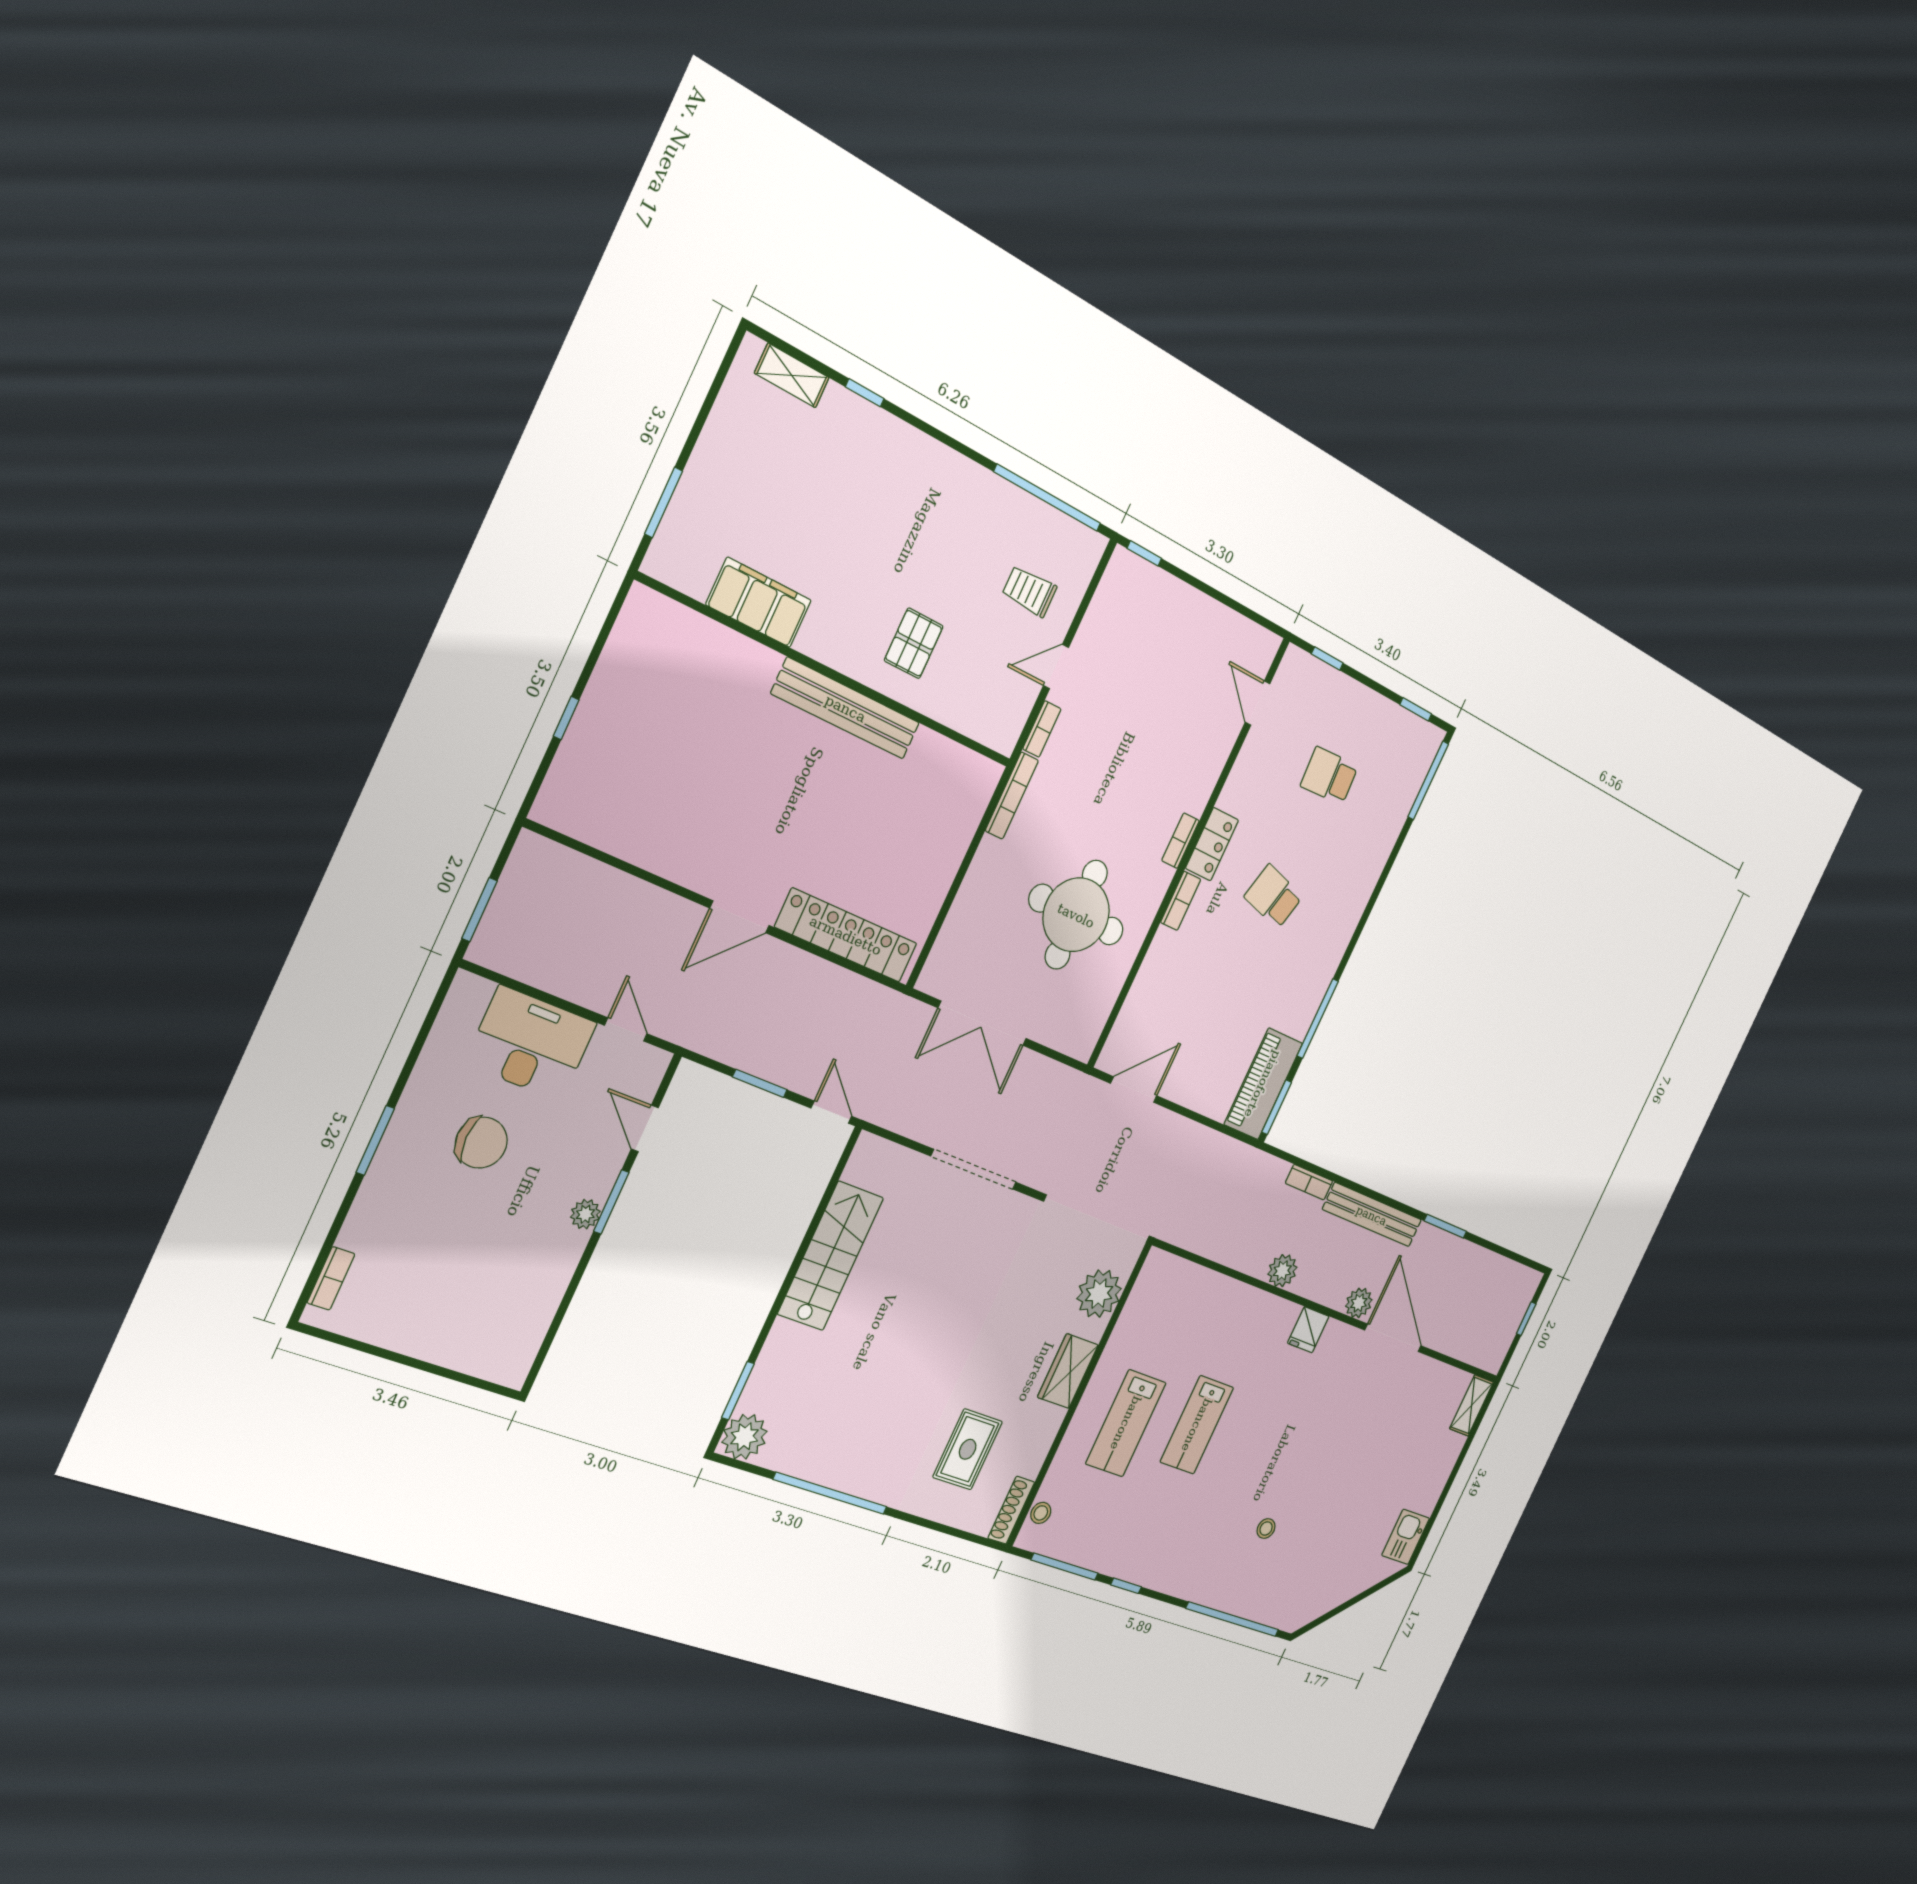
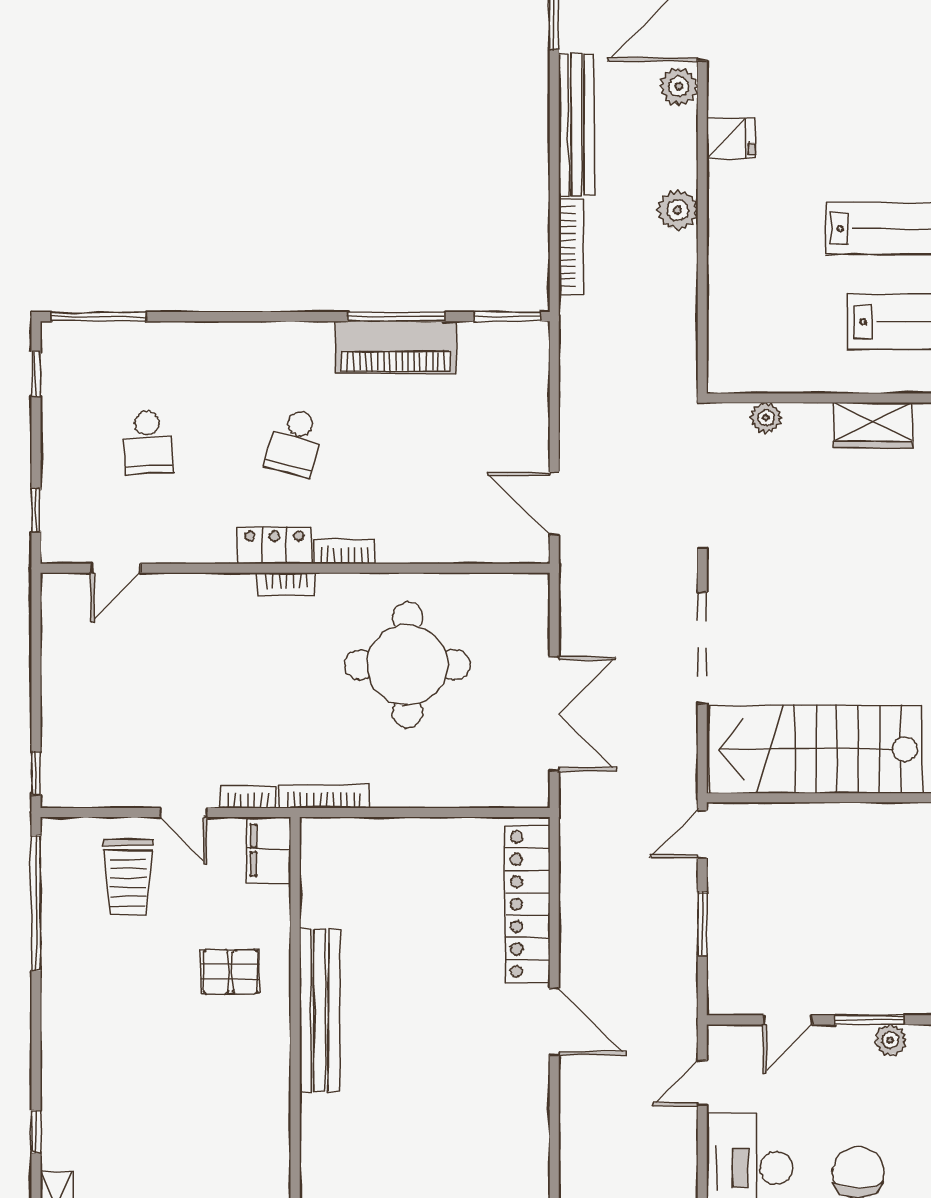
trolley: (1029, 591) -> (128, 877), width x1.36, depth x1.39
filing cabinet: (759, 602) -> (269, 850), moved, width x0.67, depth x0.86
piano: (1263, 1084) -> (396, 347), moved
bookcase: (1309, 1182) -> (571, 247), width x1.56
stairs: (830, 1256) -> (816, 749), width x1.36, depth x1.51
plant: (1099, 1294) -> (766, 418), width x0.53, depth x0.53

